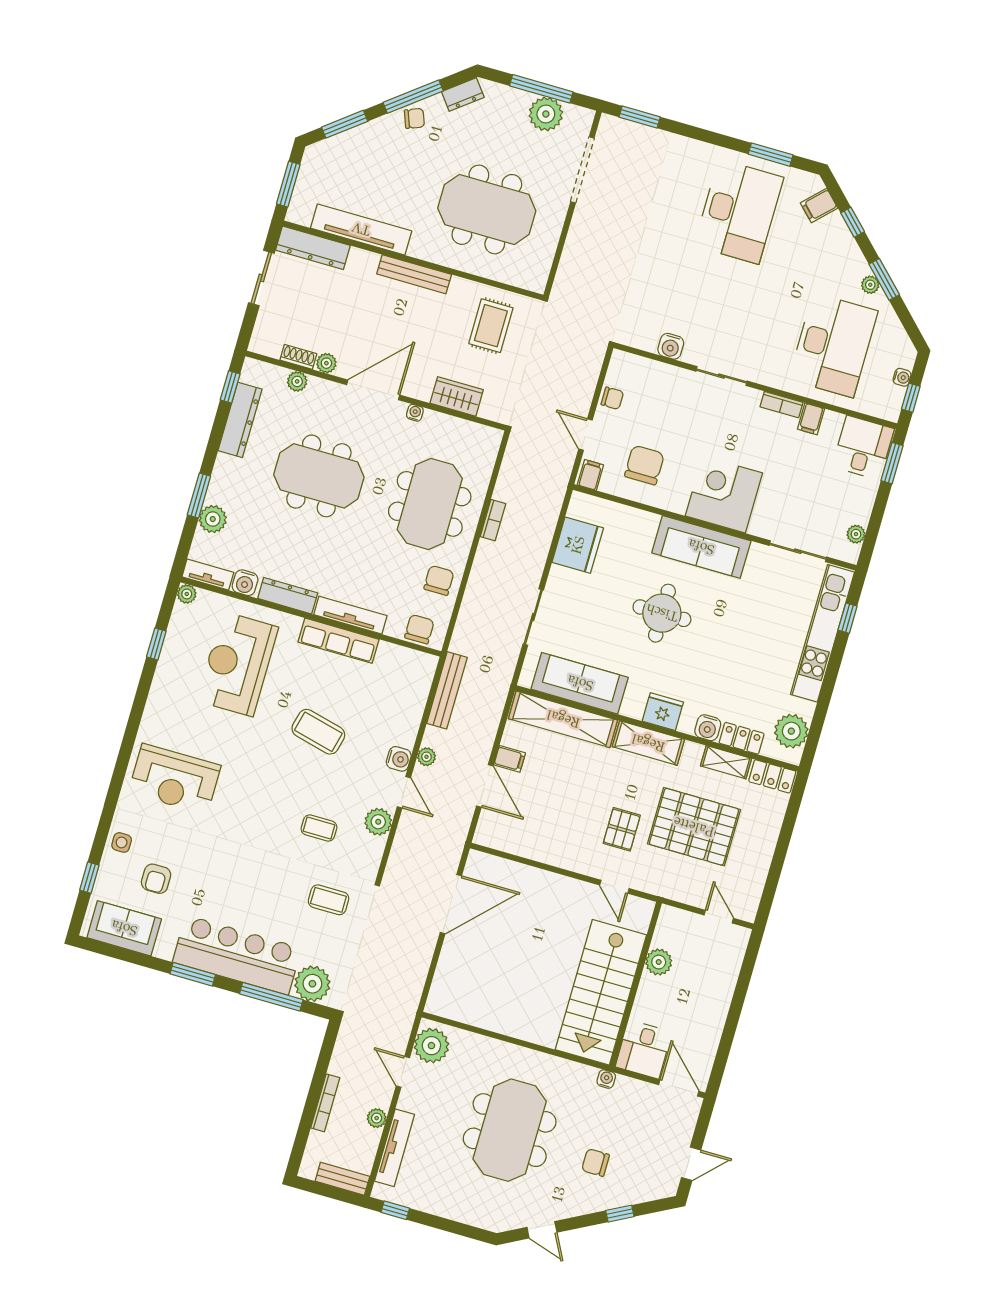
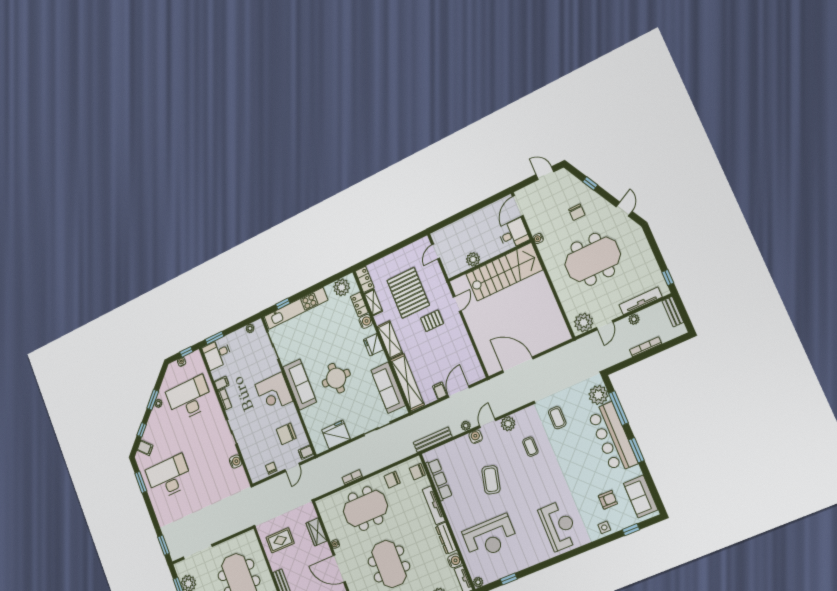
row of seats: (339, 641) -> (439, 480), moved

